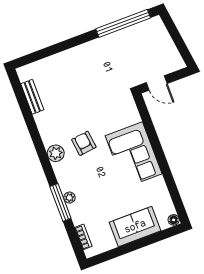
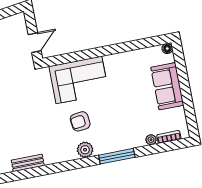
corner sofa: (134, 155) -> (79, 80), moved
plant: (69, 198) -> (151, 140), moved
window: (60, 202) -> (117, 156), moved

